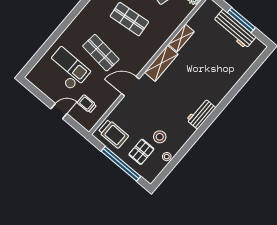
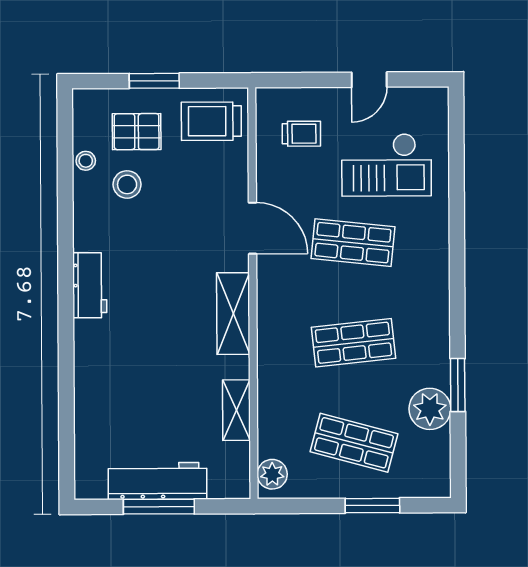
shelving: (181, 38) -> (236, 410), moved
door: (130, 86) -> (253, 228), hinge flipped
door: (59, 111) -> (369, 80), moved
pallet: (141, 152) -> (137, 132), turned 90
window: (121, 164) -> (154, 81), width x0.47

